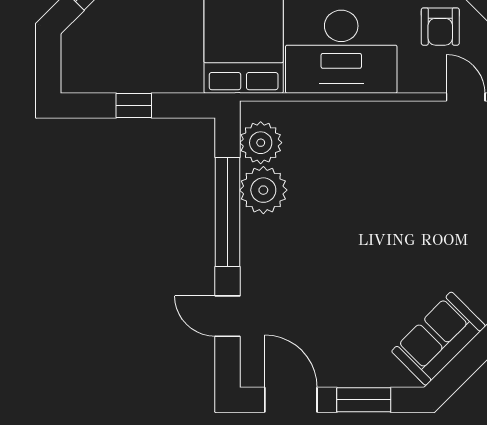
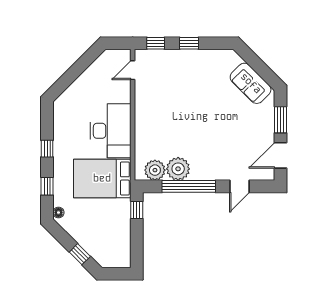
armchair: (440, 27) -> (98, 82), removed
window: (134, 106) -> (137, 210), moved

